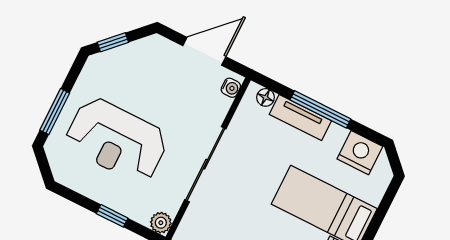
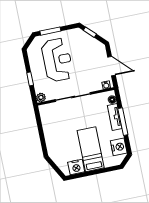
reception desk: (117, 140) -> (57, 60), turned 180

